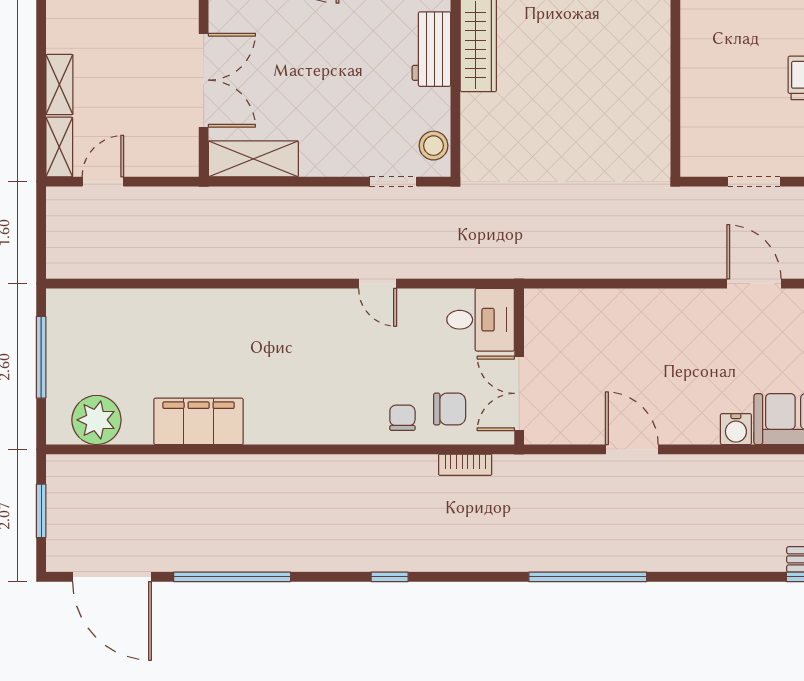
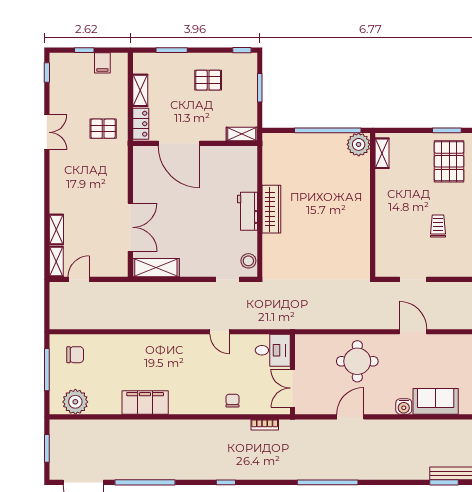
round table: (645, 341) -> (357, 361), added
chair: (450, 409) -> (75, 355), moved
filing cabinet: (199, 421) -> (145, 402), moved
door: (632, 449) -> (350, 417), hinge flipped

